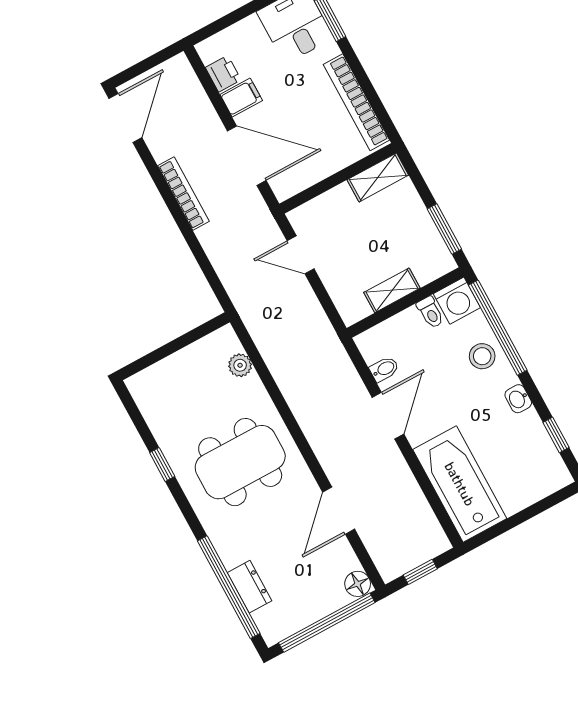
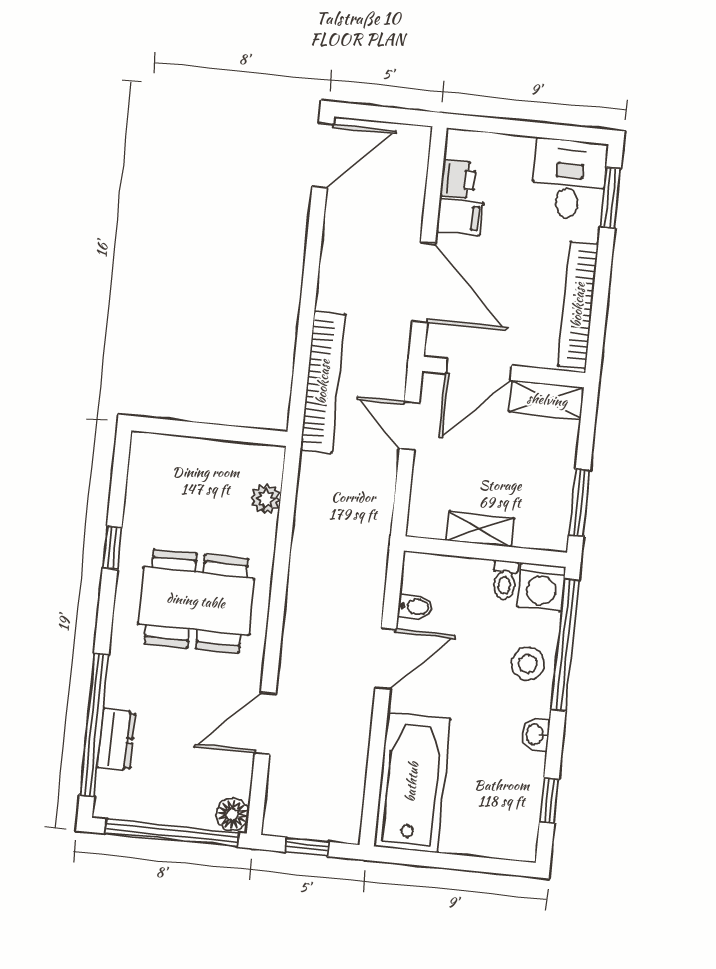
door: (321, 188) -> (479, 369), added
bookcase: (183, 194) -> (323, 382), moved, width x1.48, depth x1.31

